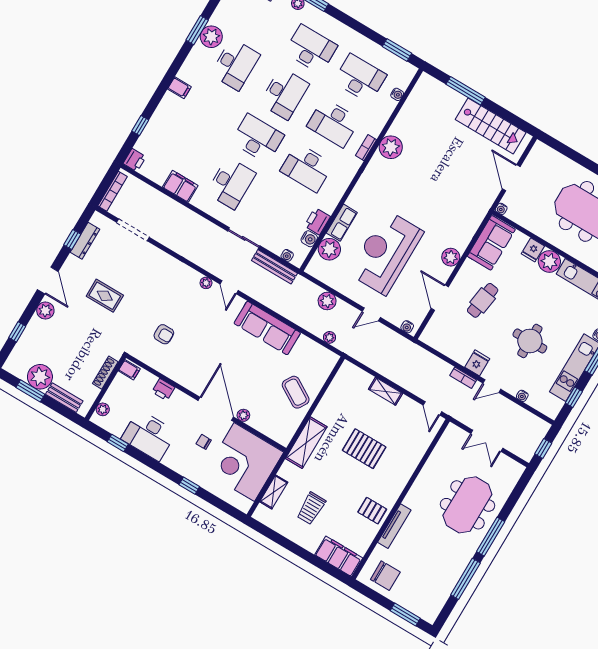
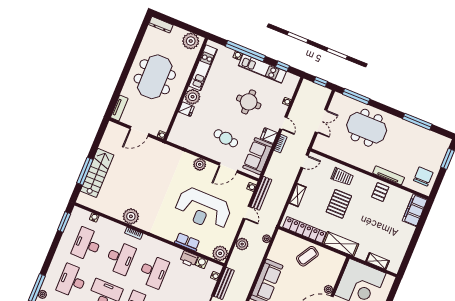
stairs: (491, 126) -> (97, 173), moved
tv unit: (549, 154) -> (119, 108), added
sofa: (491, 243) -> (258, 156), moved, turned -90
plant: (329, 249) -> (220, 253), moved
bench: (396, 340) -> (261, 193), added
locker: (334, 394) -> (304, 230), added
trolley: (311, 508) -> (342, 177), moved
window: (491, 537) -> (356, 96), moved

